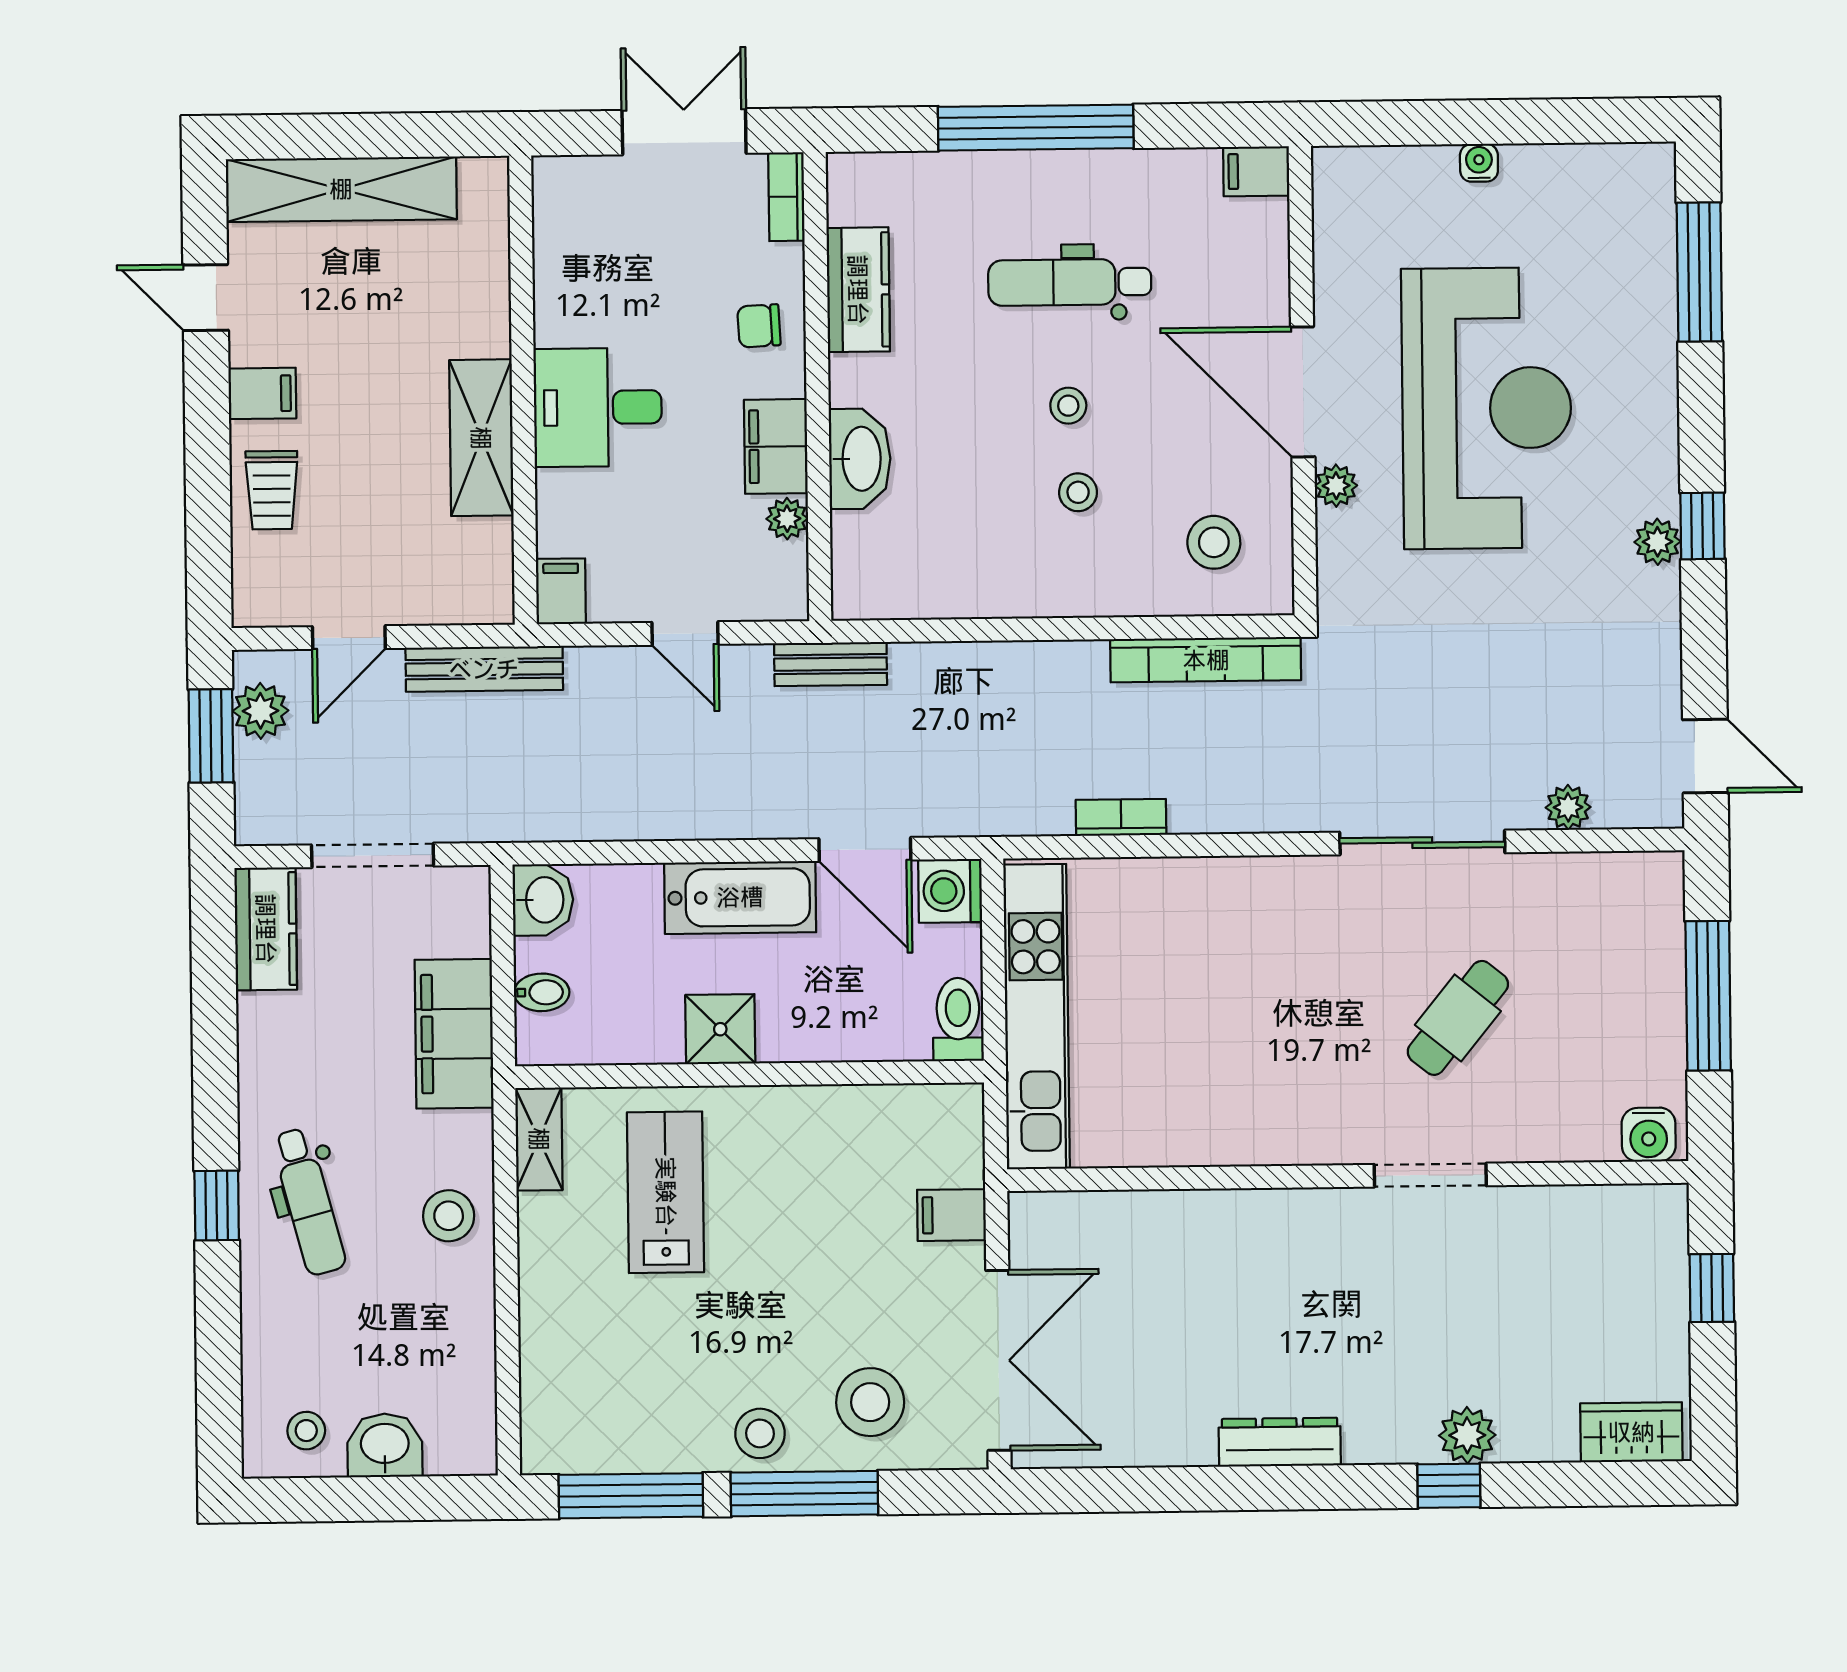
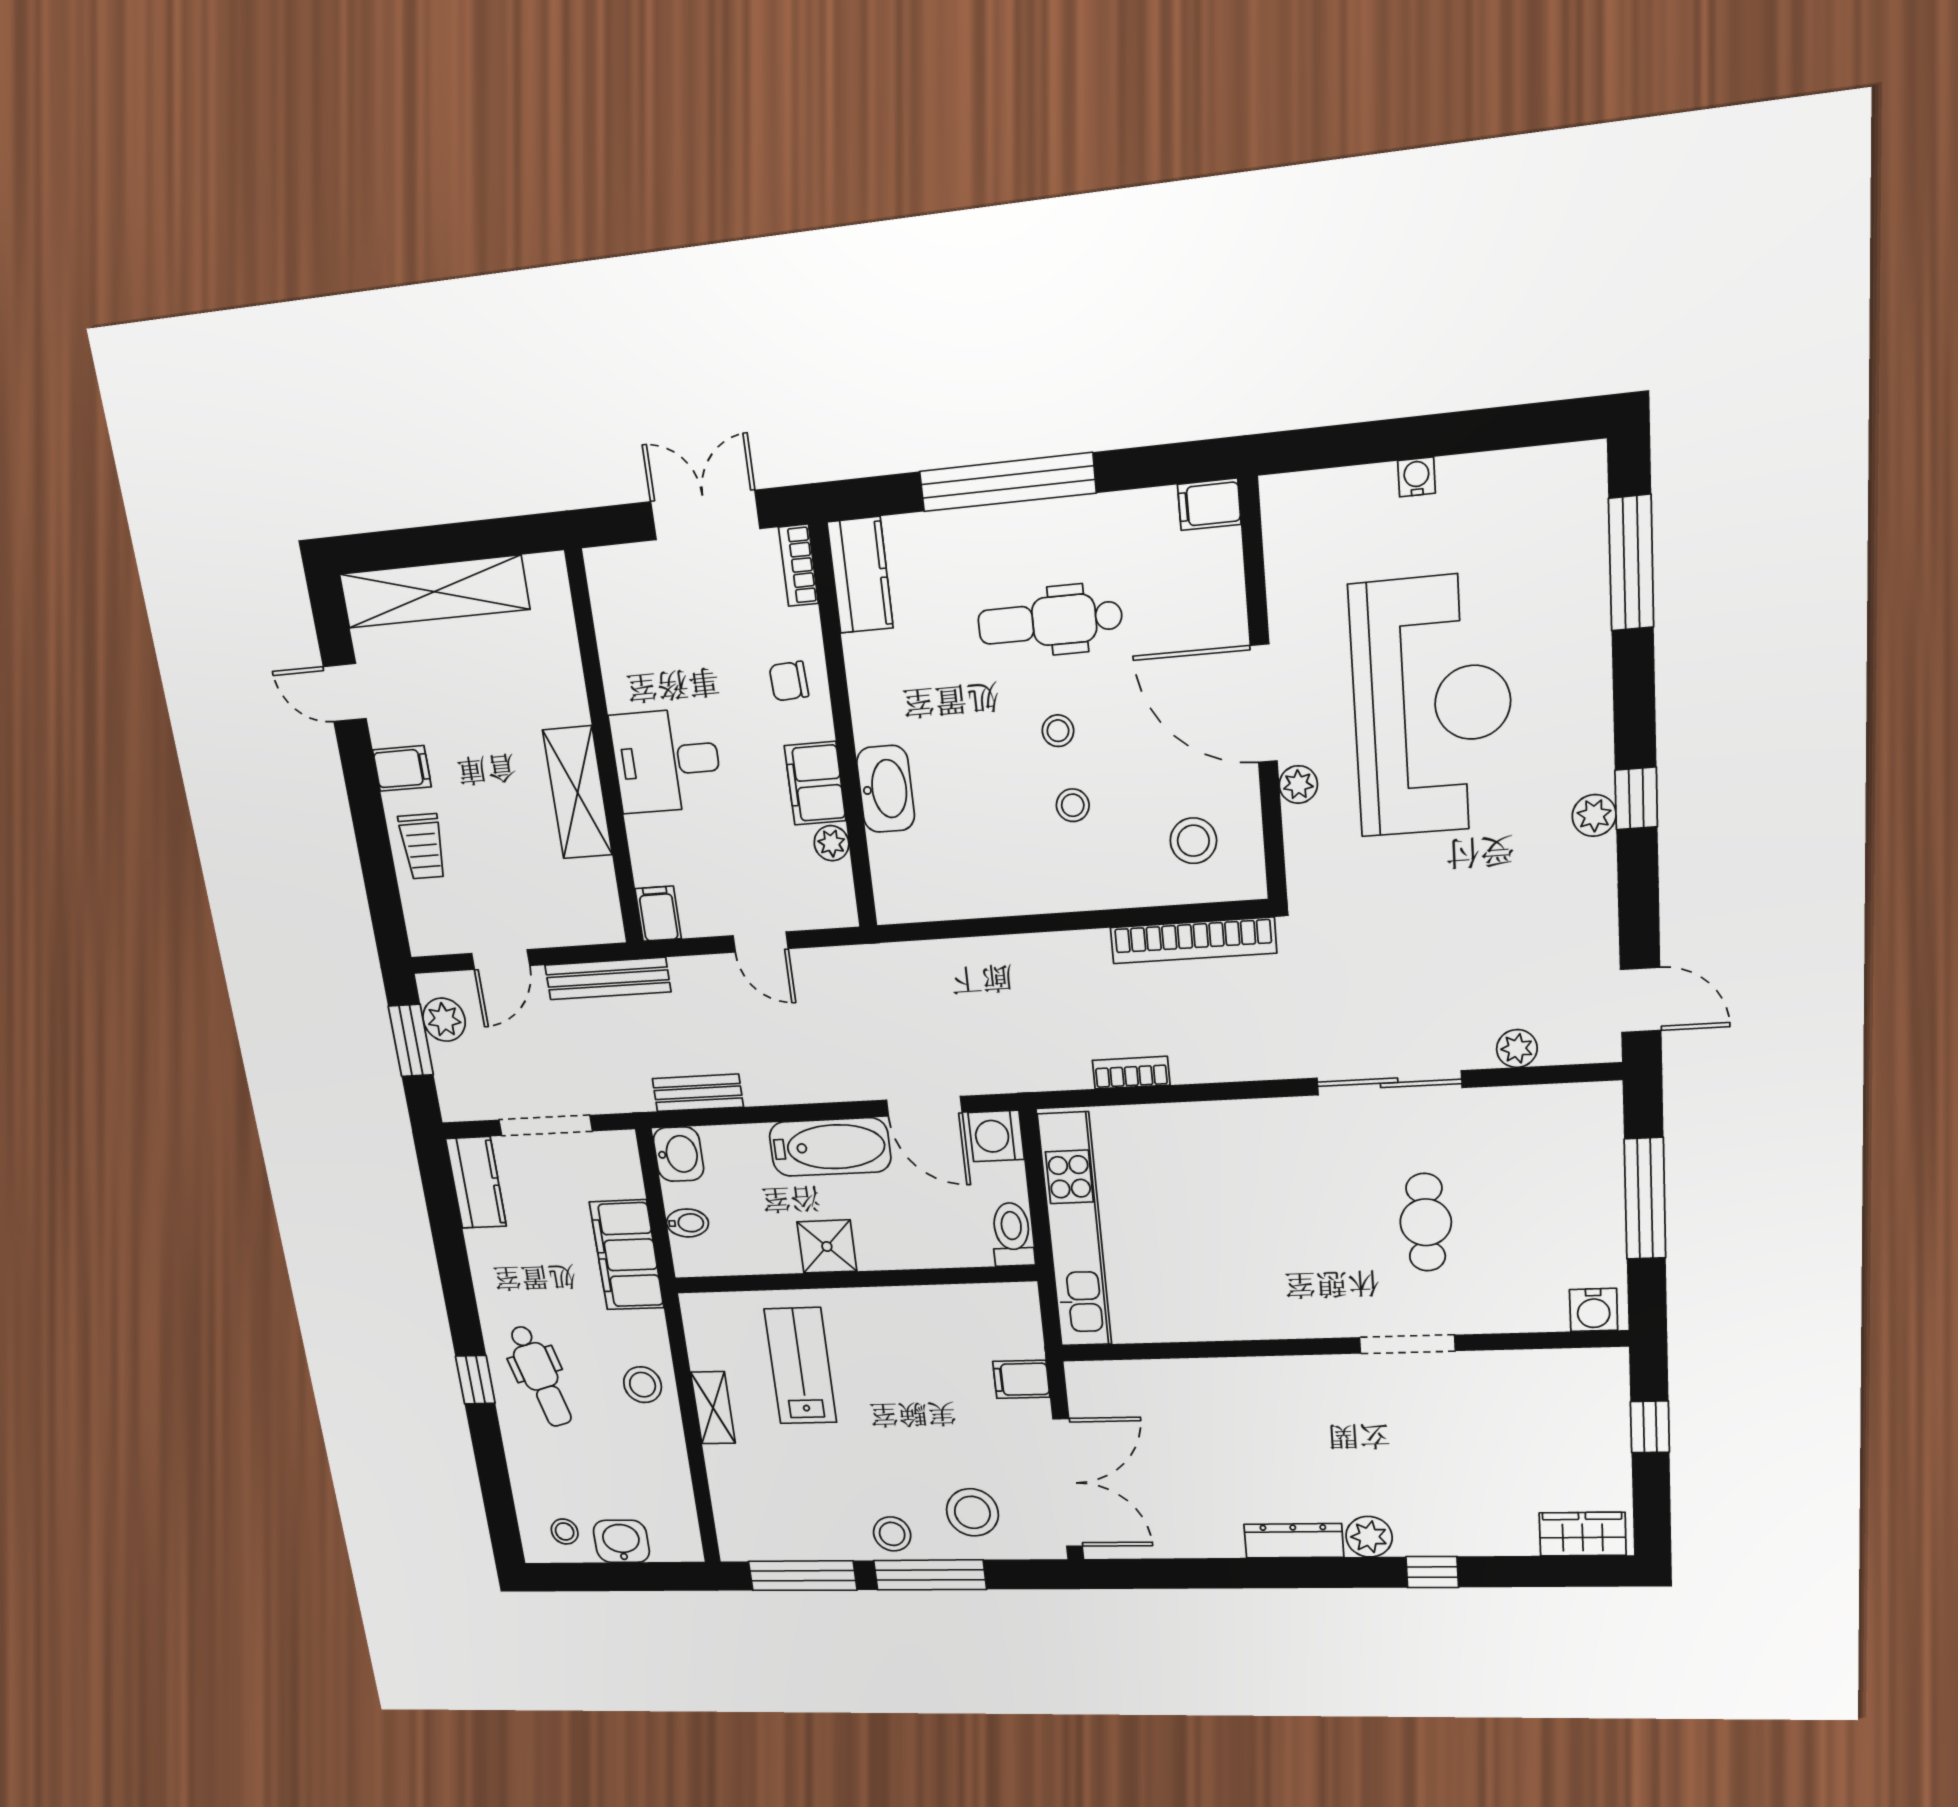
kitchen counter: (858, 290) -> (860, 575), moved
bench: (831, 664) -> (698, 1093), moved
cafe table: (1458, 1018) -> (1426, 1222), turned -39
shelving: (539, 1139) -> (713, 1408), moved
plant: (1467, 1435) -> (1369, 1537), moved

